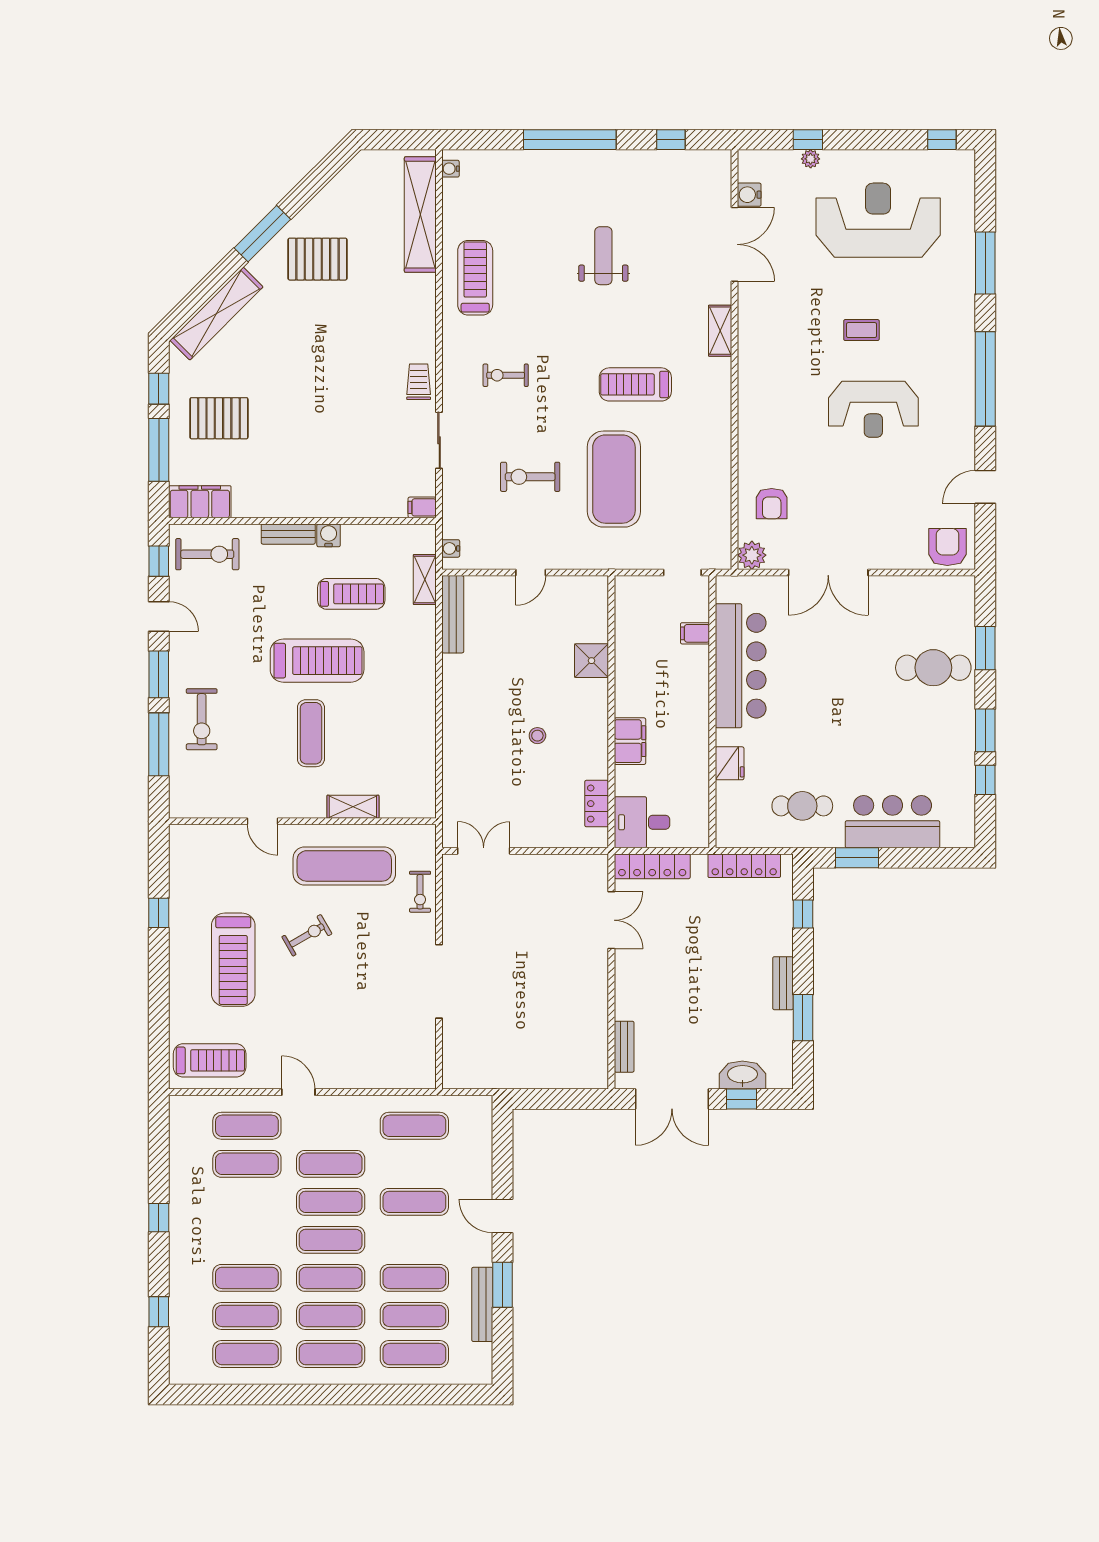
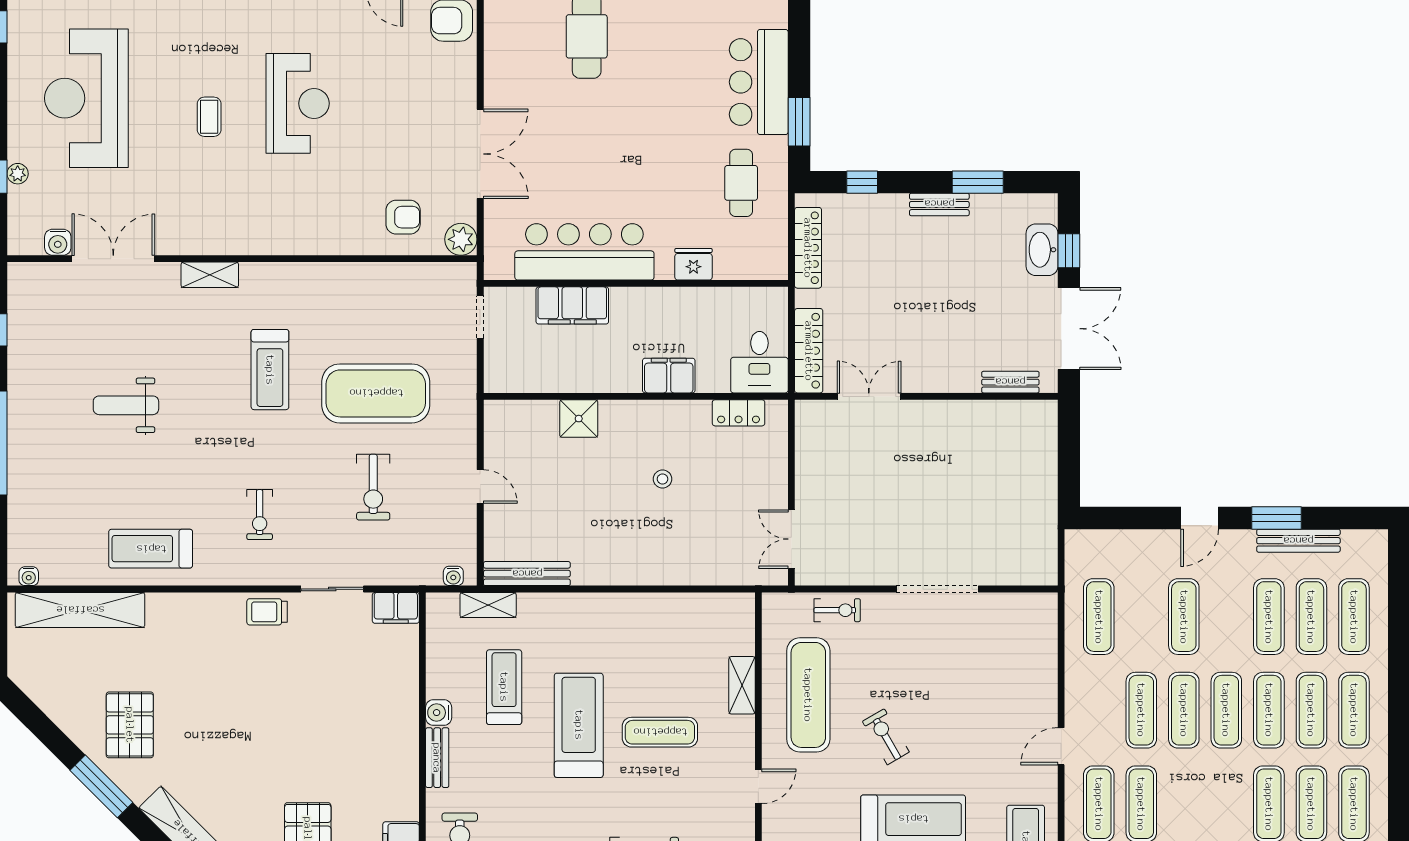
filing cabinet: (422, 507) -> (396, 608), width x2.00
filing cabinet: (695, 633) -> (572, 305), width x3.00, depth x1.17

